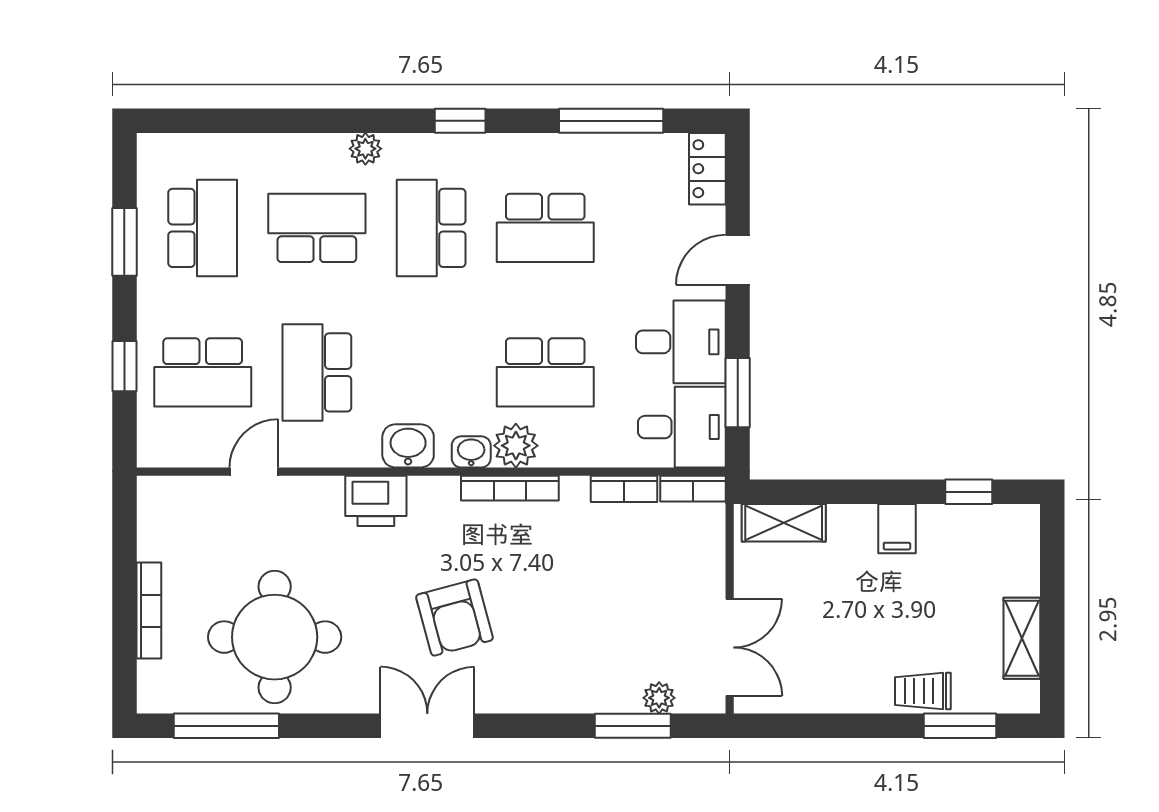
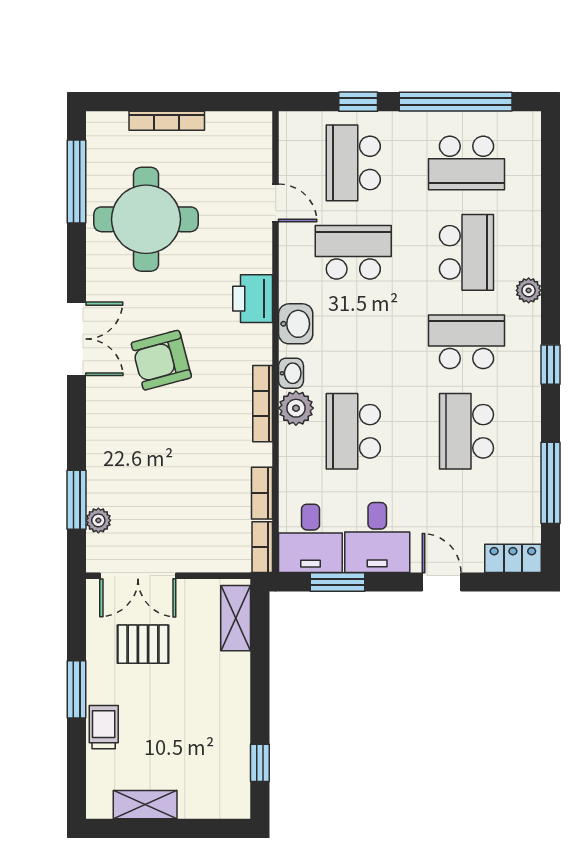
window: (124, 242) -> (456, 102), width x2.11
filing cabinet: (897, 529) -> (231, 707), removed
pallet: (817, 641) -> (143, 644), added
window: (960, 726) -> (76, 689), moved

